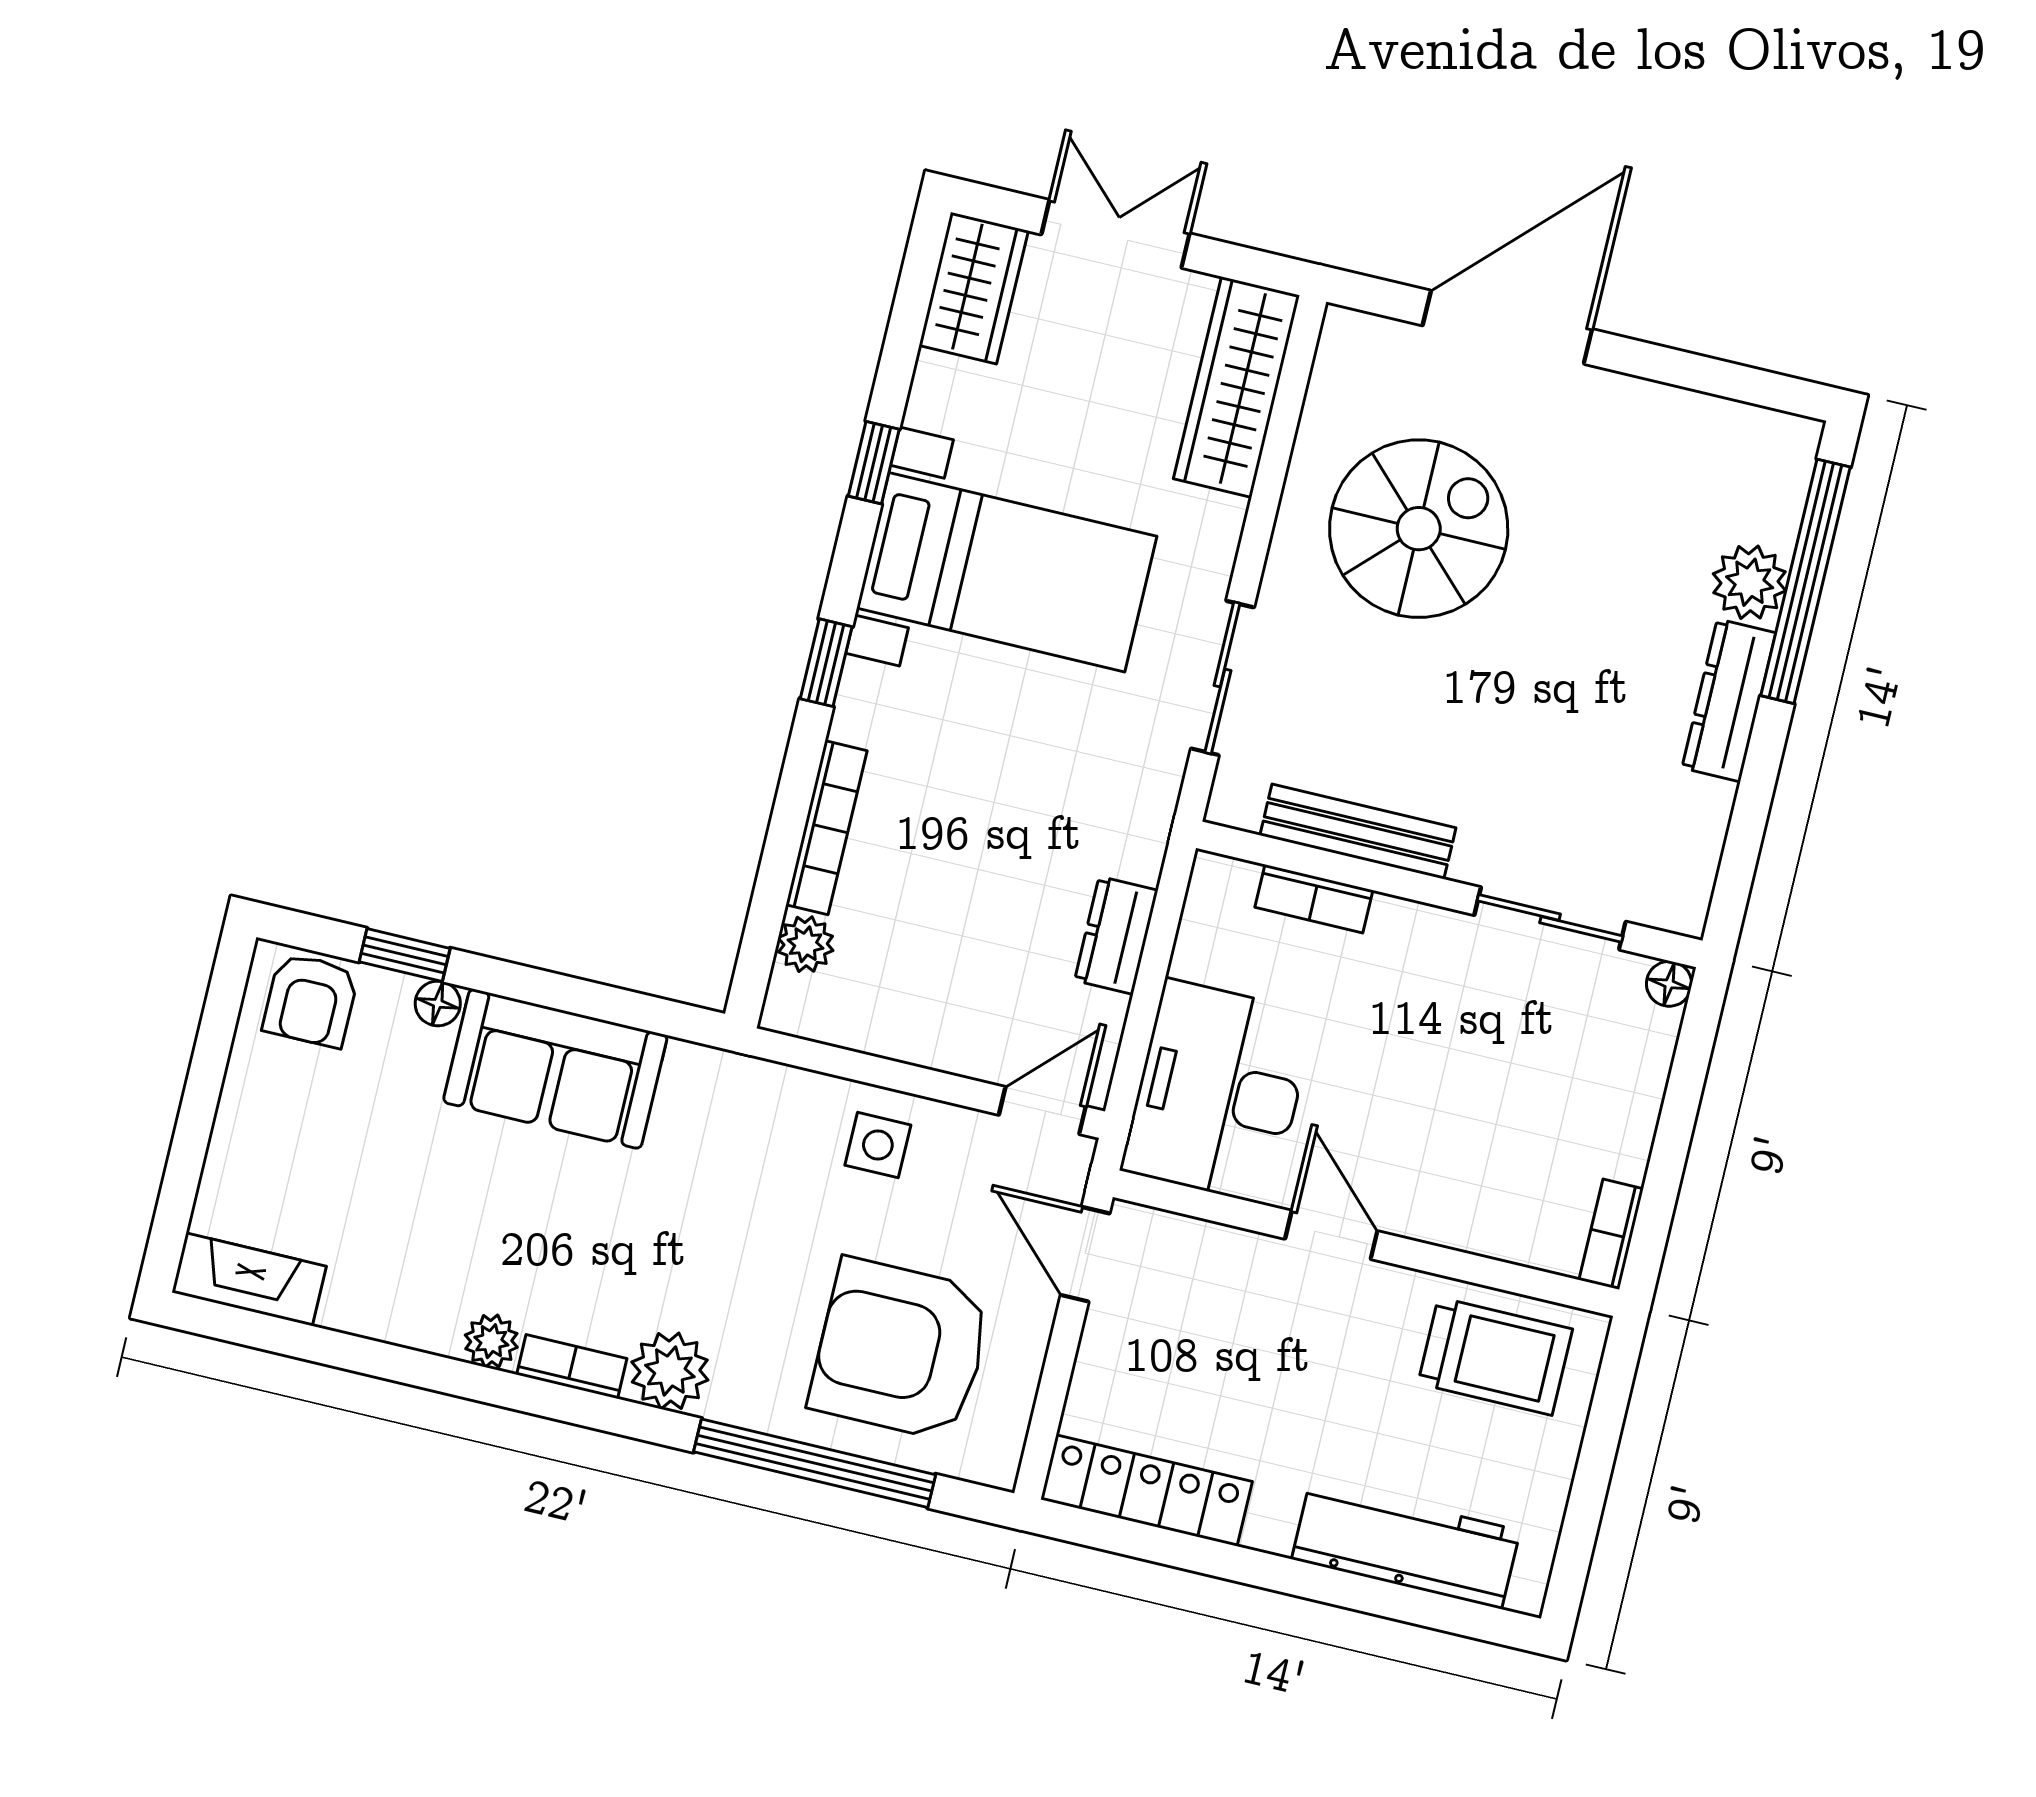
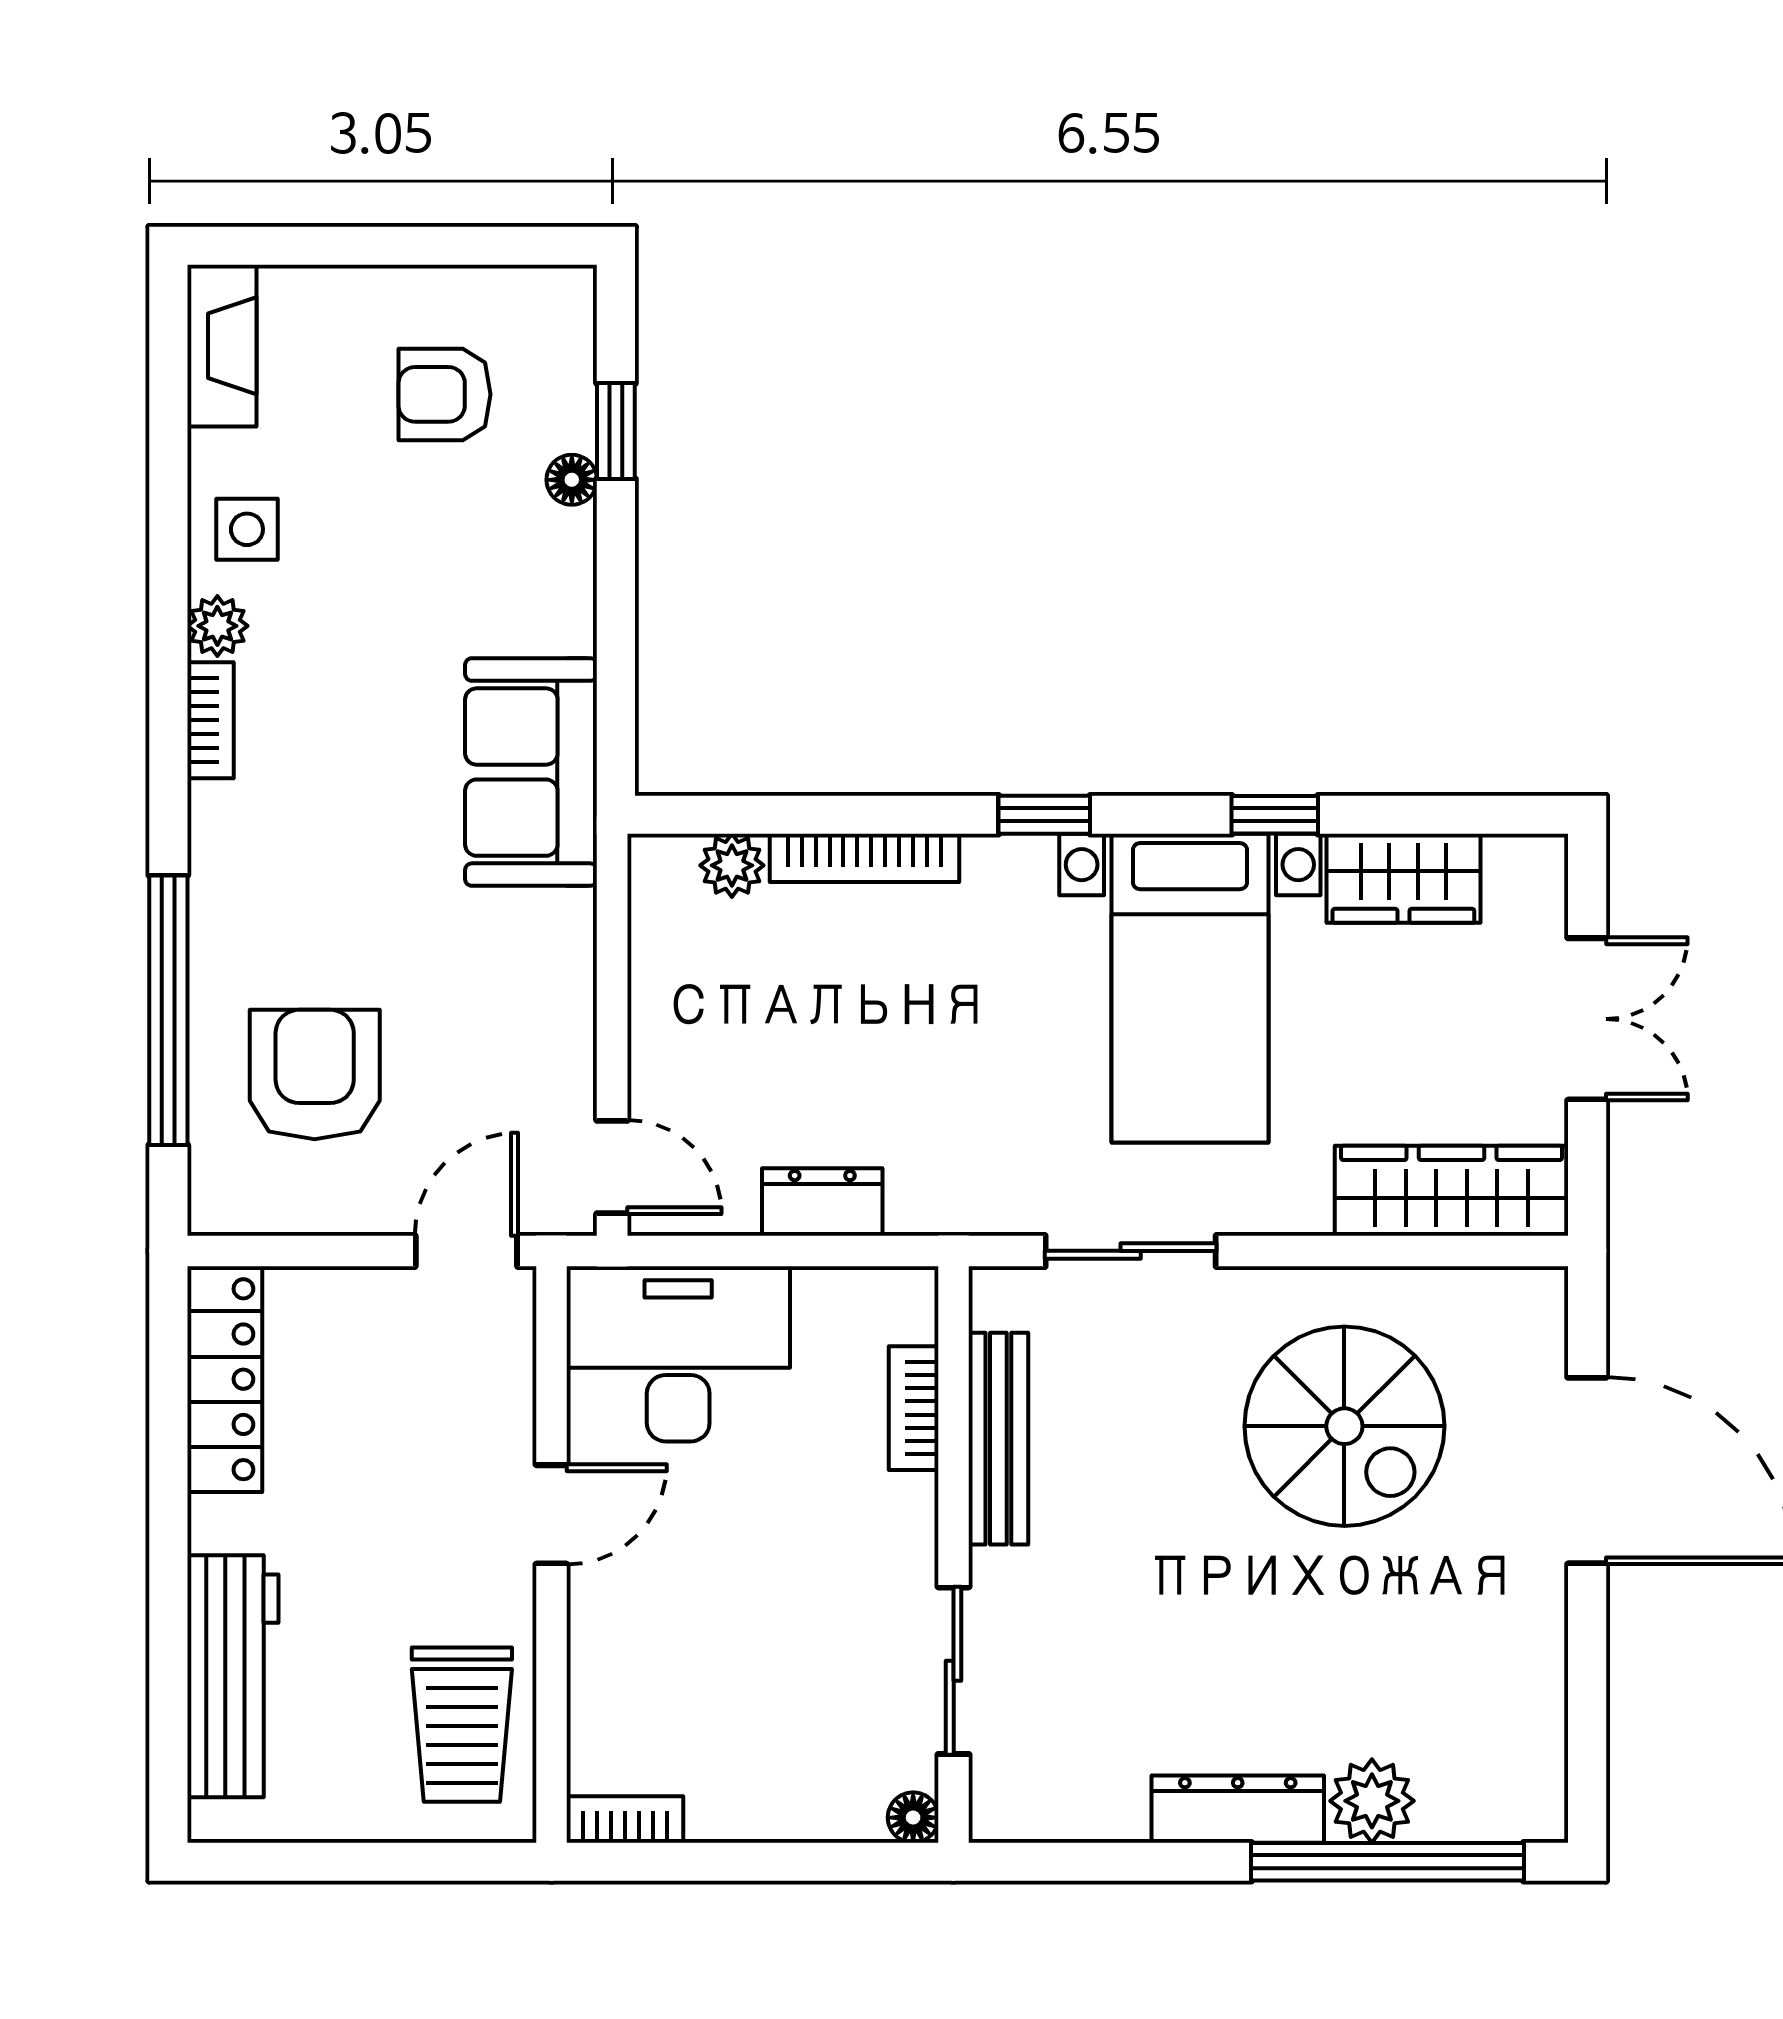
wardrobe: (974, 288) -> (1403, 878), moved
armchair: (311, 1000) -> (445, 394), moved
sofa: (555, 1069) -> (531, 772), moved
side table: (878, 1145) -> (247, 529), moved
armchair: (901, 1349) -> (315, 1075), width x0.73, depth x0.73
plant: (670, 1371) -> (231, 828), removed

